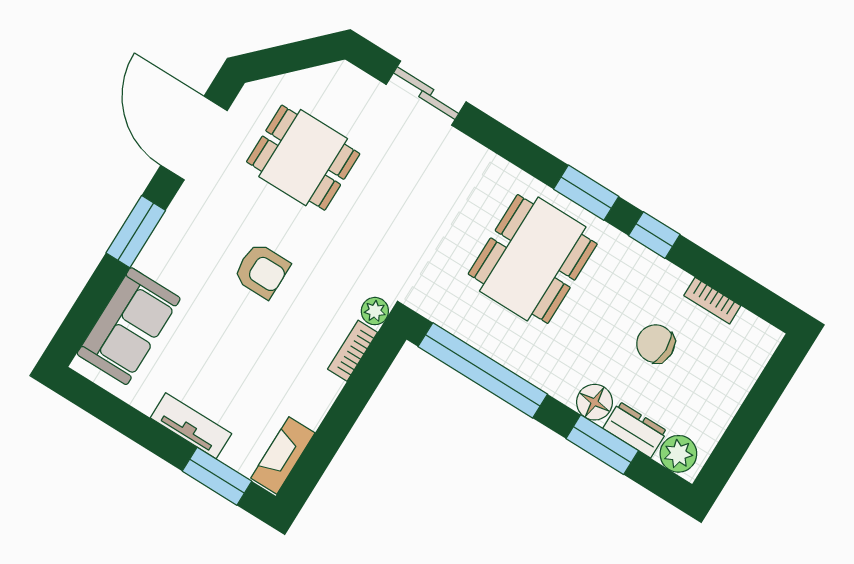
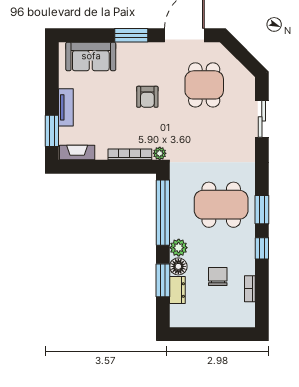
bookcase: (353, 351) -> (130, 154), width x1.56
plant: (678, 454) -> (179, 248), moved

